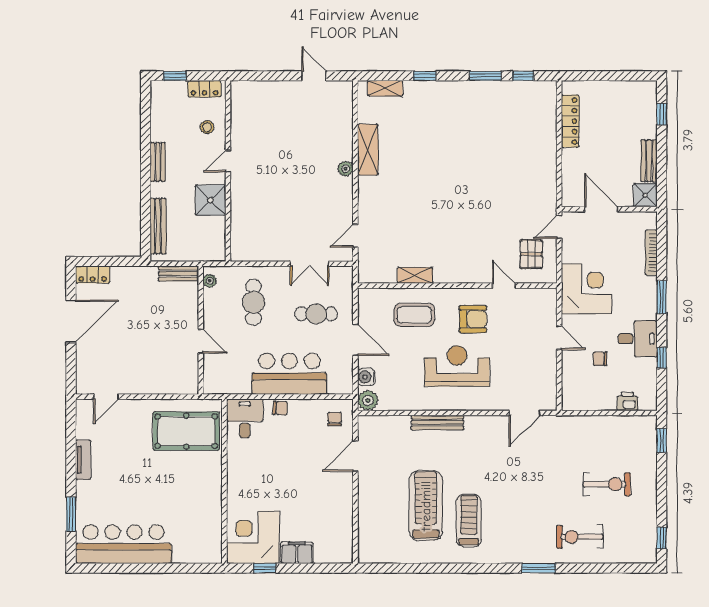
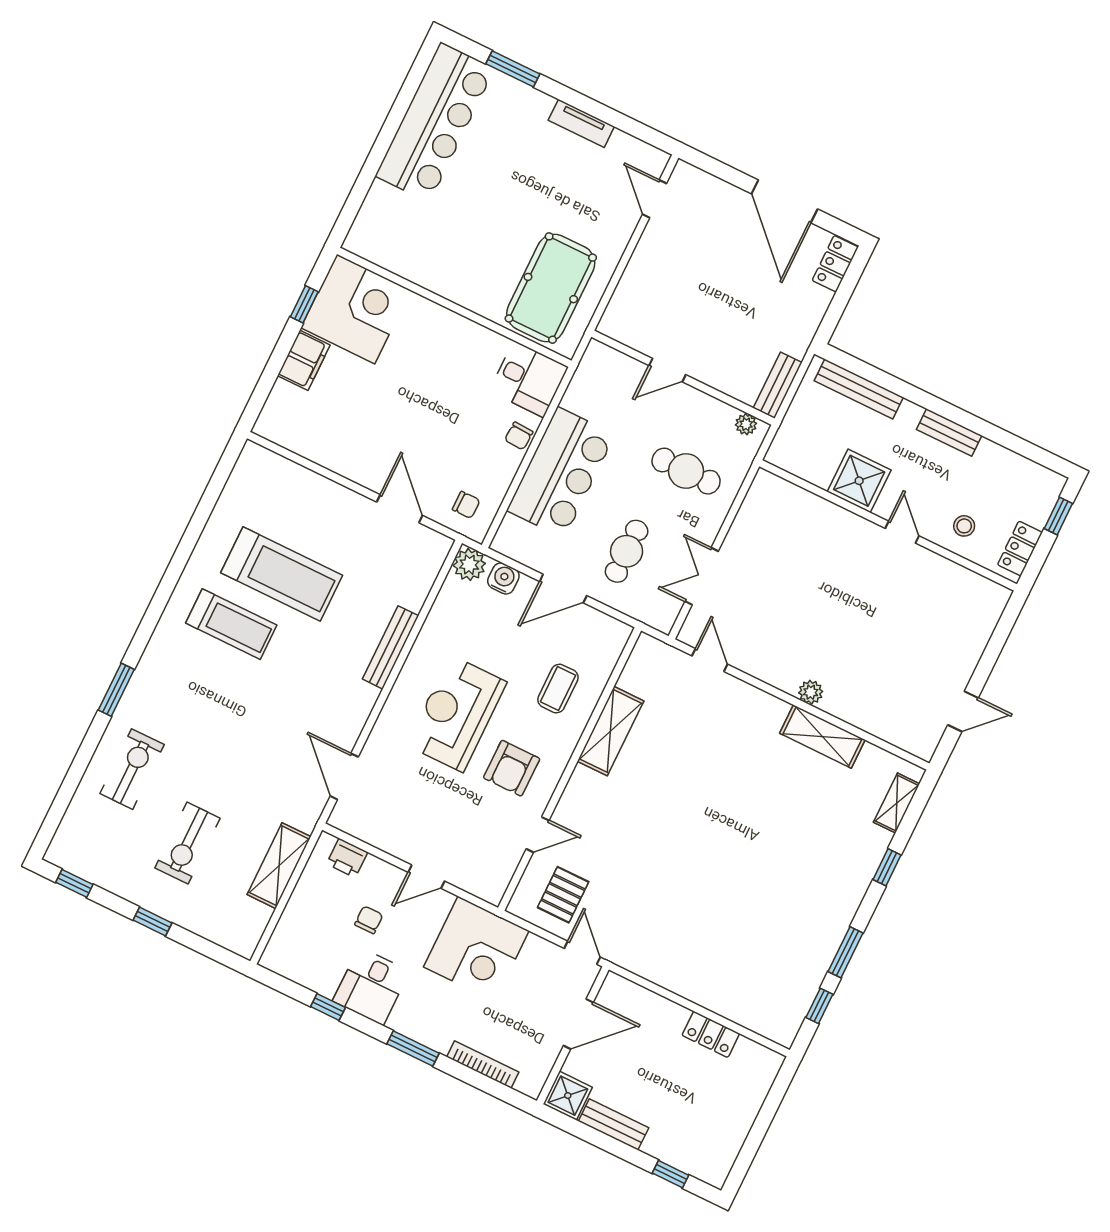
locker: (570, 121) -> (711, 1034), width x0.66
pallet: (531, 254) -> (563, 895), turned 90
shelving: (415, 275) -> (611, 731), width x1.50, depth x1.33
coffee table: (414, 315) -> (558, 689), width x0.73, depth x0.77
reception desk: (457, 366) -> (457, 714), turned 180
printer: (627, 401) -> (347, 858), moved, turned 90
shelving: (594, 425) -> (279, 866), added
window: (662, 441) -> (152, 921), moved

